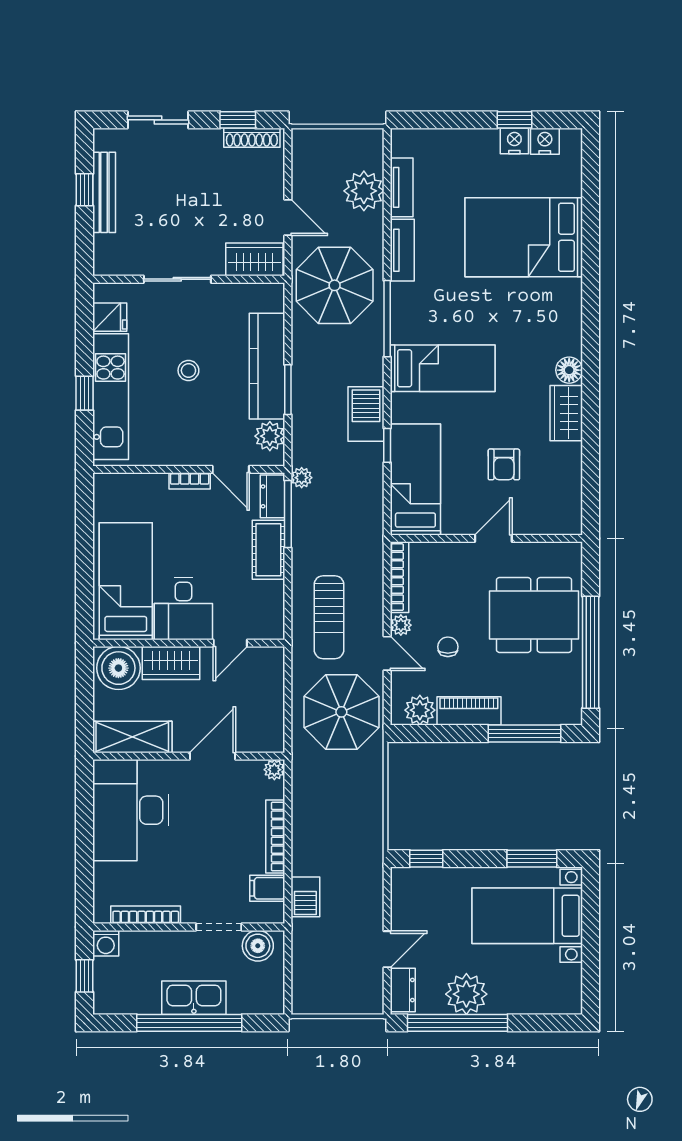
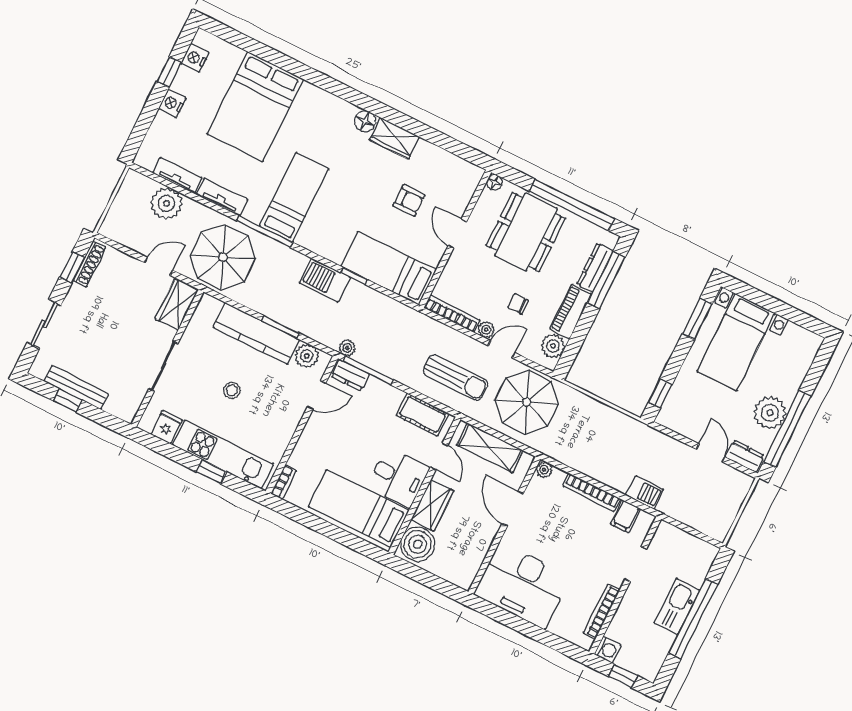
nightstand: (514, 141) -> (172, 104), moved
bed: (443, 368) -> (294, 197), moved
bookcase: (190, 481) -> (284, 482), moved
cot: (268, 550) -> (423, 415), moved
floor lamp: (573, 551) -> (494, 182), added
dresser: (533, 714) -> (595, 268), added
shelving: (132, 737) -> (490, 448), moved, turned 90
boiler: (258, 946) -> (663, 543), removed

